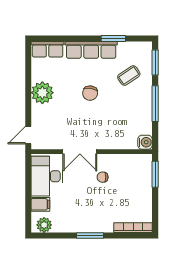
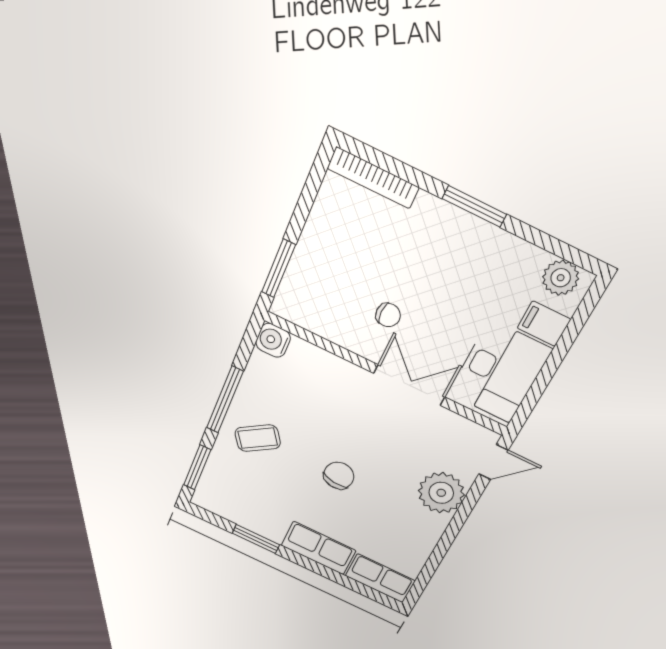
row of seats: (91, 50) -> (318, 548), width x0.68
coffee table: (129, 76) -> (258, 438), moved
plant: (42, 93) -> (441, 493), moved

